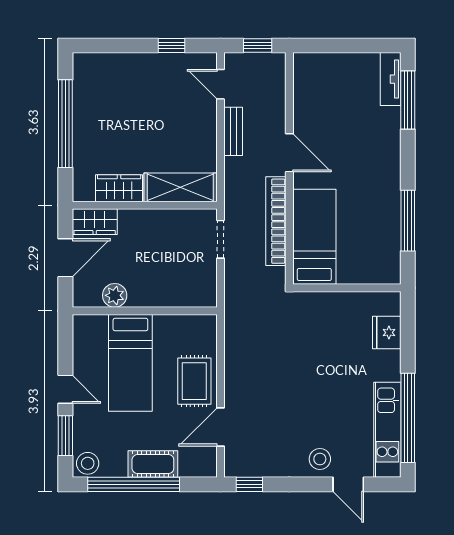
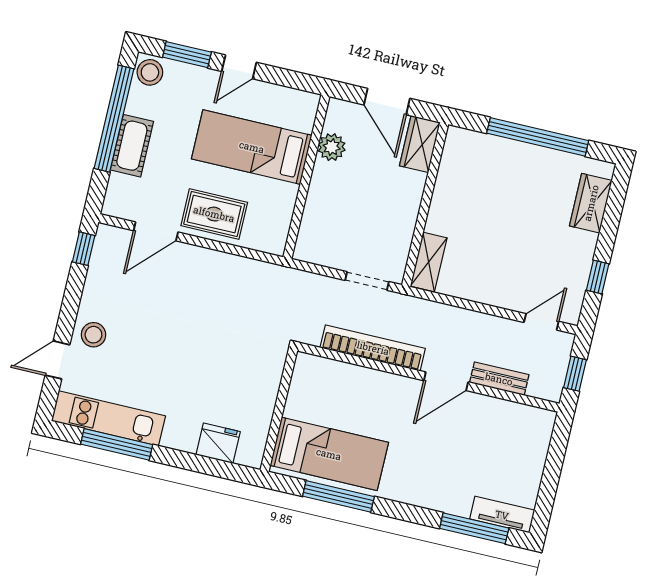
bench: (233, 131) -> (499, 379), moved
shelving: (180, 187) -> (429, 262), width x0.67, depth x0.75
wardrobe: (119, 188) -> (591, 203), moved, turned 180
bed: (314, 237) -> (329, 454), moved
window: (408, 418) -> (117, 444), width x0.68
door: (220, 427) -> (156, 231), swing flipped

